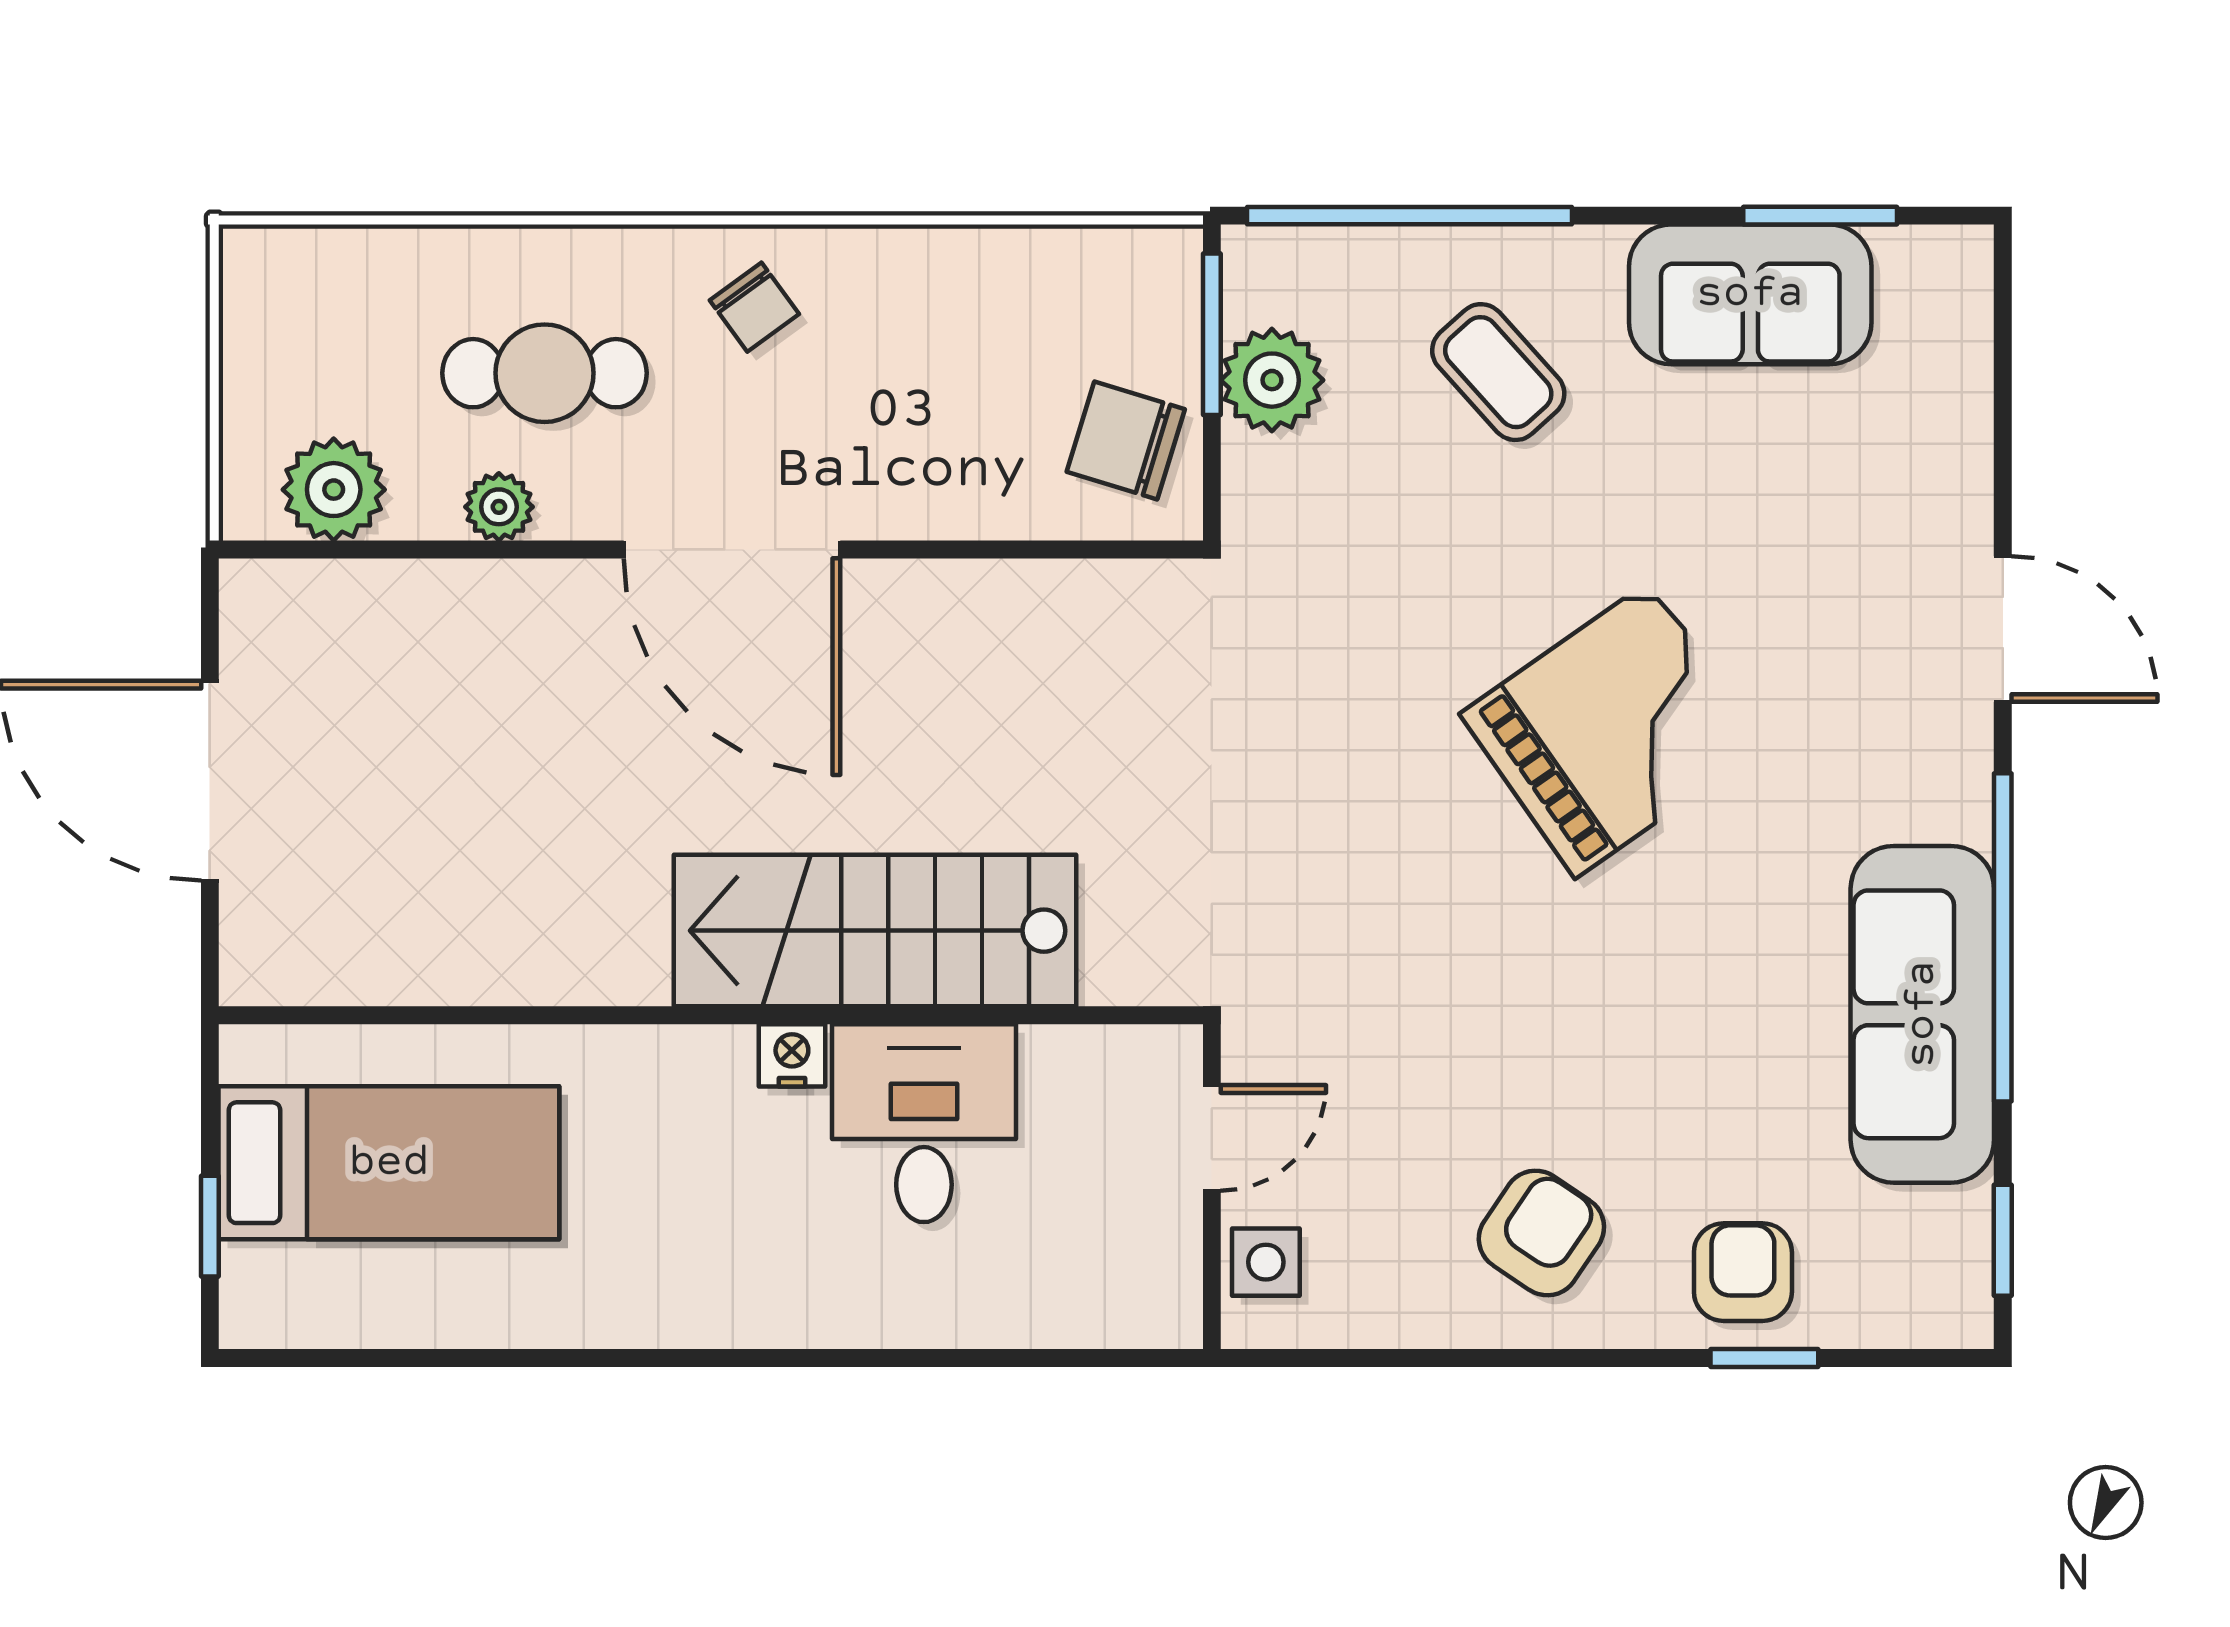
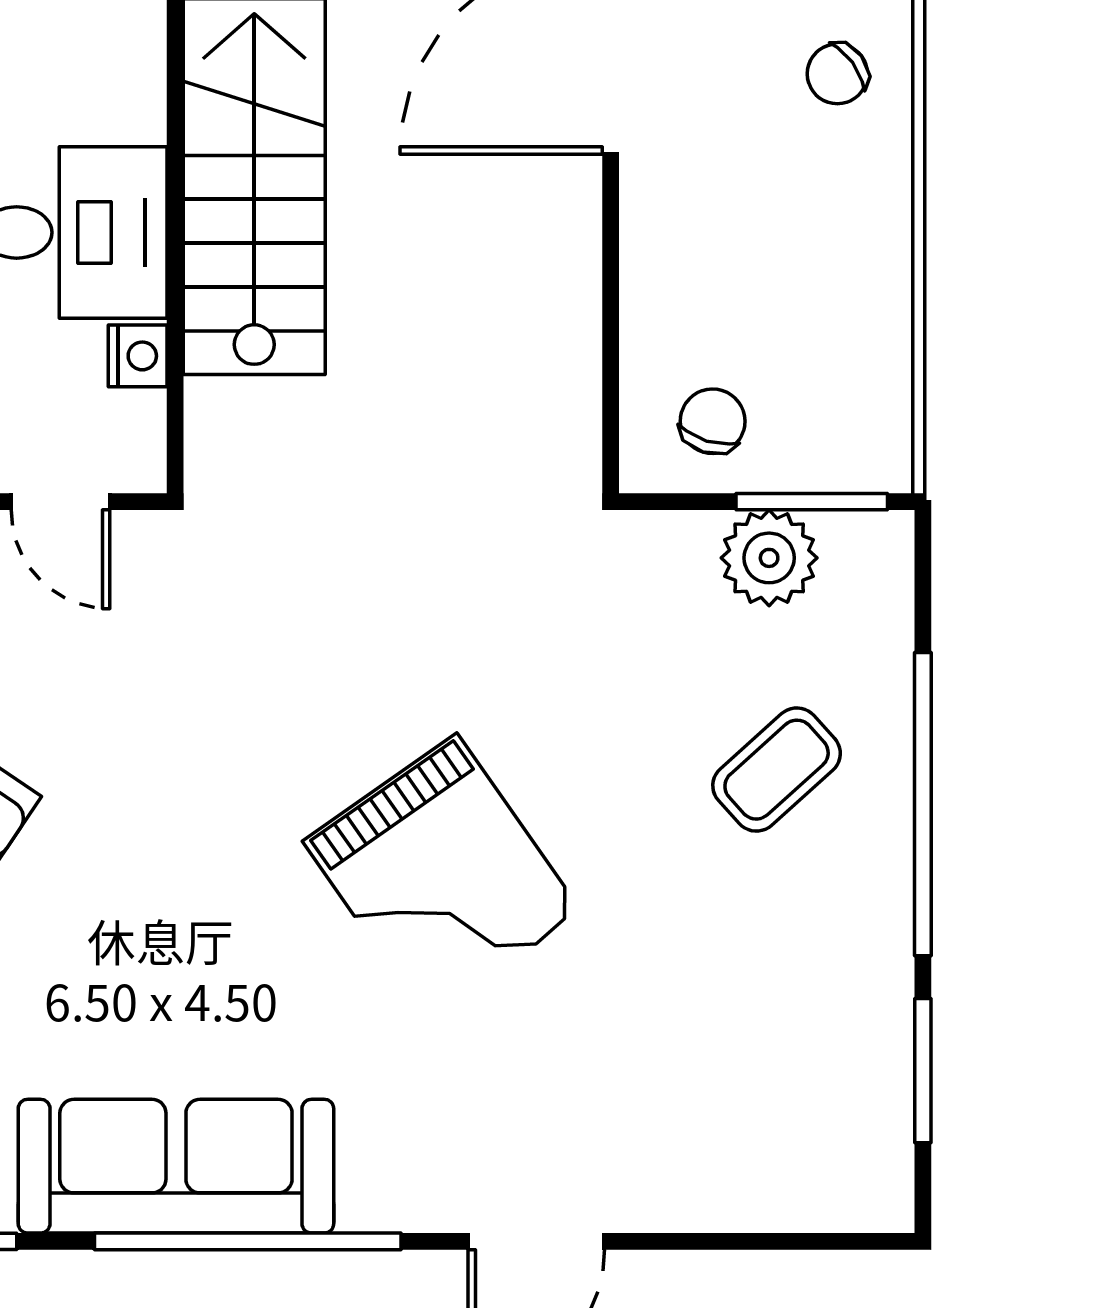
window: (1409, 216) -> (923, 804), moved
sofa: (1750, 294) -> (849, 1005), removed
chair: (1126, 440) -> (713, 421), width x0.73, depth x0.73
nightstand: (792, 1055) -> (138, 356), moved

